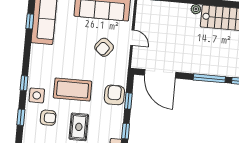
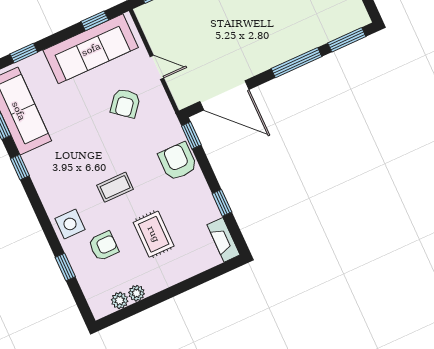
window: (24, 83) -> (20, 167), moved
coffee table: (73, 90) -> (115, 187), width x0.54, depth x0.58
window: (128, 101) -> (191, 135), moved

